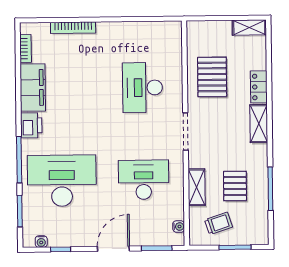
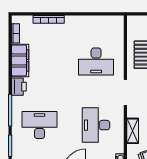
desk: (142, 88) -> (96, 61), turned -90
desk: (144, 180) -> (96, 125), turned -90
desk: (62, 181) -> (40, 125), width x0.73, depth x0.77

